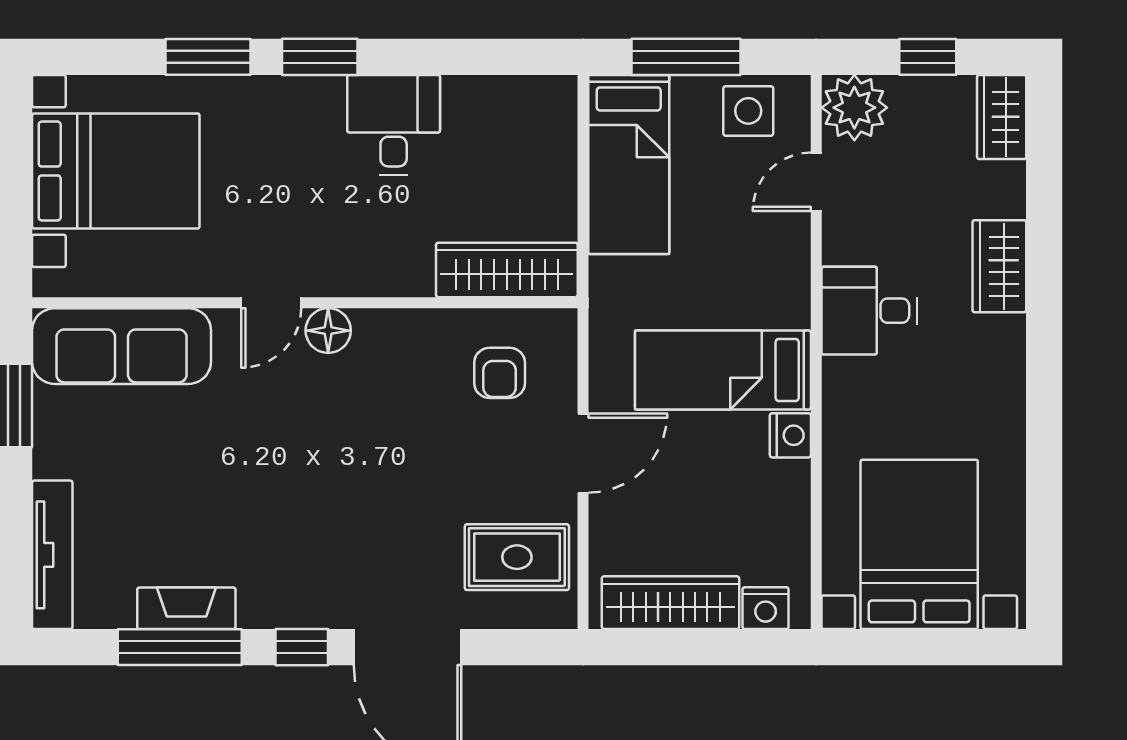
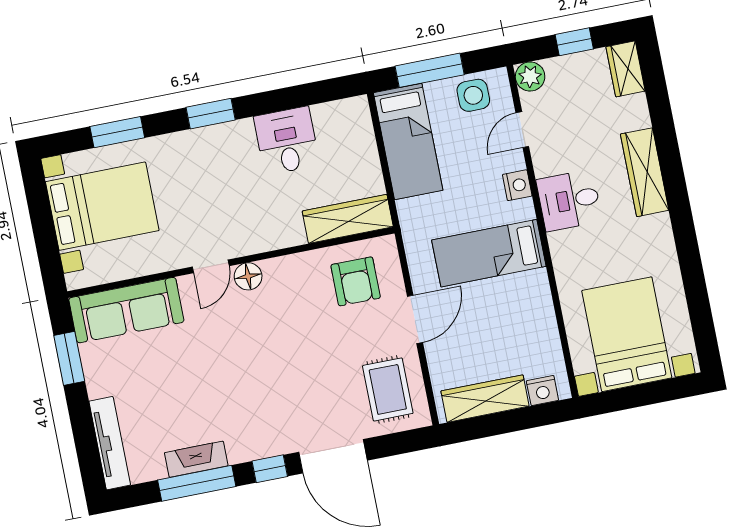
window: (208, 57) -> (117, 132), moved
plant: (854, 108) -> (530, 77), width x0.73, depth x0.73
desk: (394, 125) -> (287, 141), moved
wardrobe: (999, 266) -> (645, 172), width x1.50
armchair: (500, 373) -> (356, 281), width x1.38, depth x1.38
nightstand: (790, 435) -> (517, 185), moved
rug: (517, 557) -> (388, 389), turned 90

